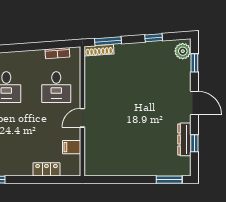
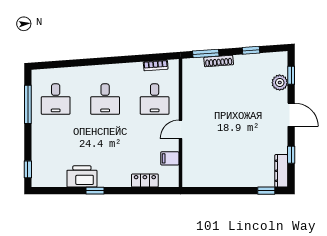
shoe rack: (99, 50) -> (219, 61), moved
plant: (183, 51) -> (280, 83), moved
dresser: (184, 139) -> (281, 171), moved
window: (169, 180) -> (266, 191), width x0.67

